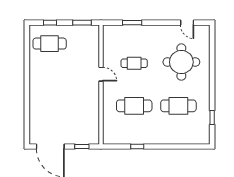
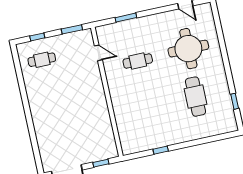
cafe table: (50, 44) -> (42, 60), width x0.73, depth x0.74
door: (101, 74) -> (98, 53), moved
cafe table: (134, 106) -> (148, 107), removed
cafe table: (178, 106) -> (195, 97), turned 90

